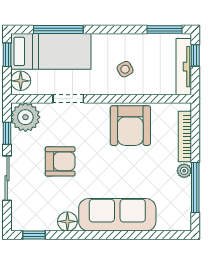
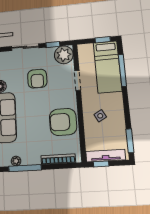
window: (195, 55) -> (101, 164), moved
floor lamp: (21, 81) -> (87, 50), removed
plant: (184, 171) -> (16, 161), moved

